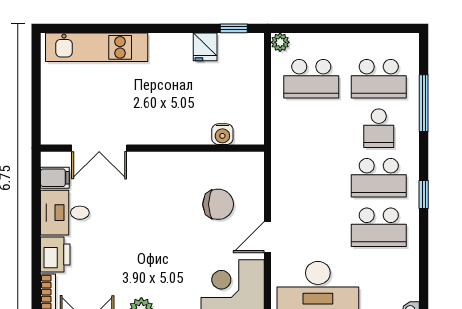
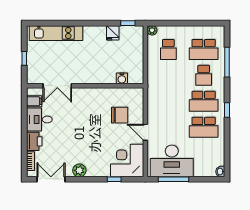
school desk: (311, 79) -> (168, 49), width x0.54
window: (36, 96) -> (24, 58), added
door: (267, 237) -> (145, 132), hinge flipped

